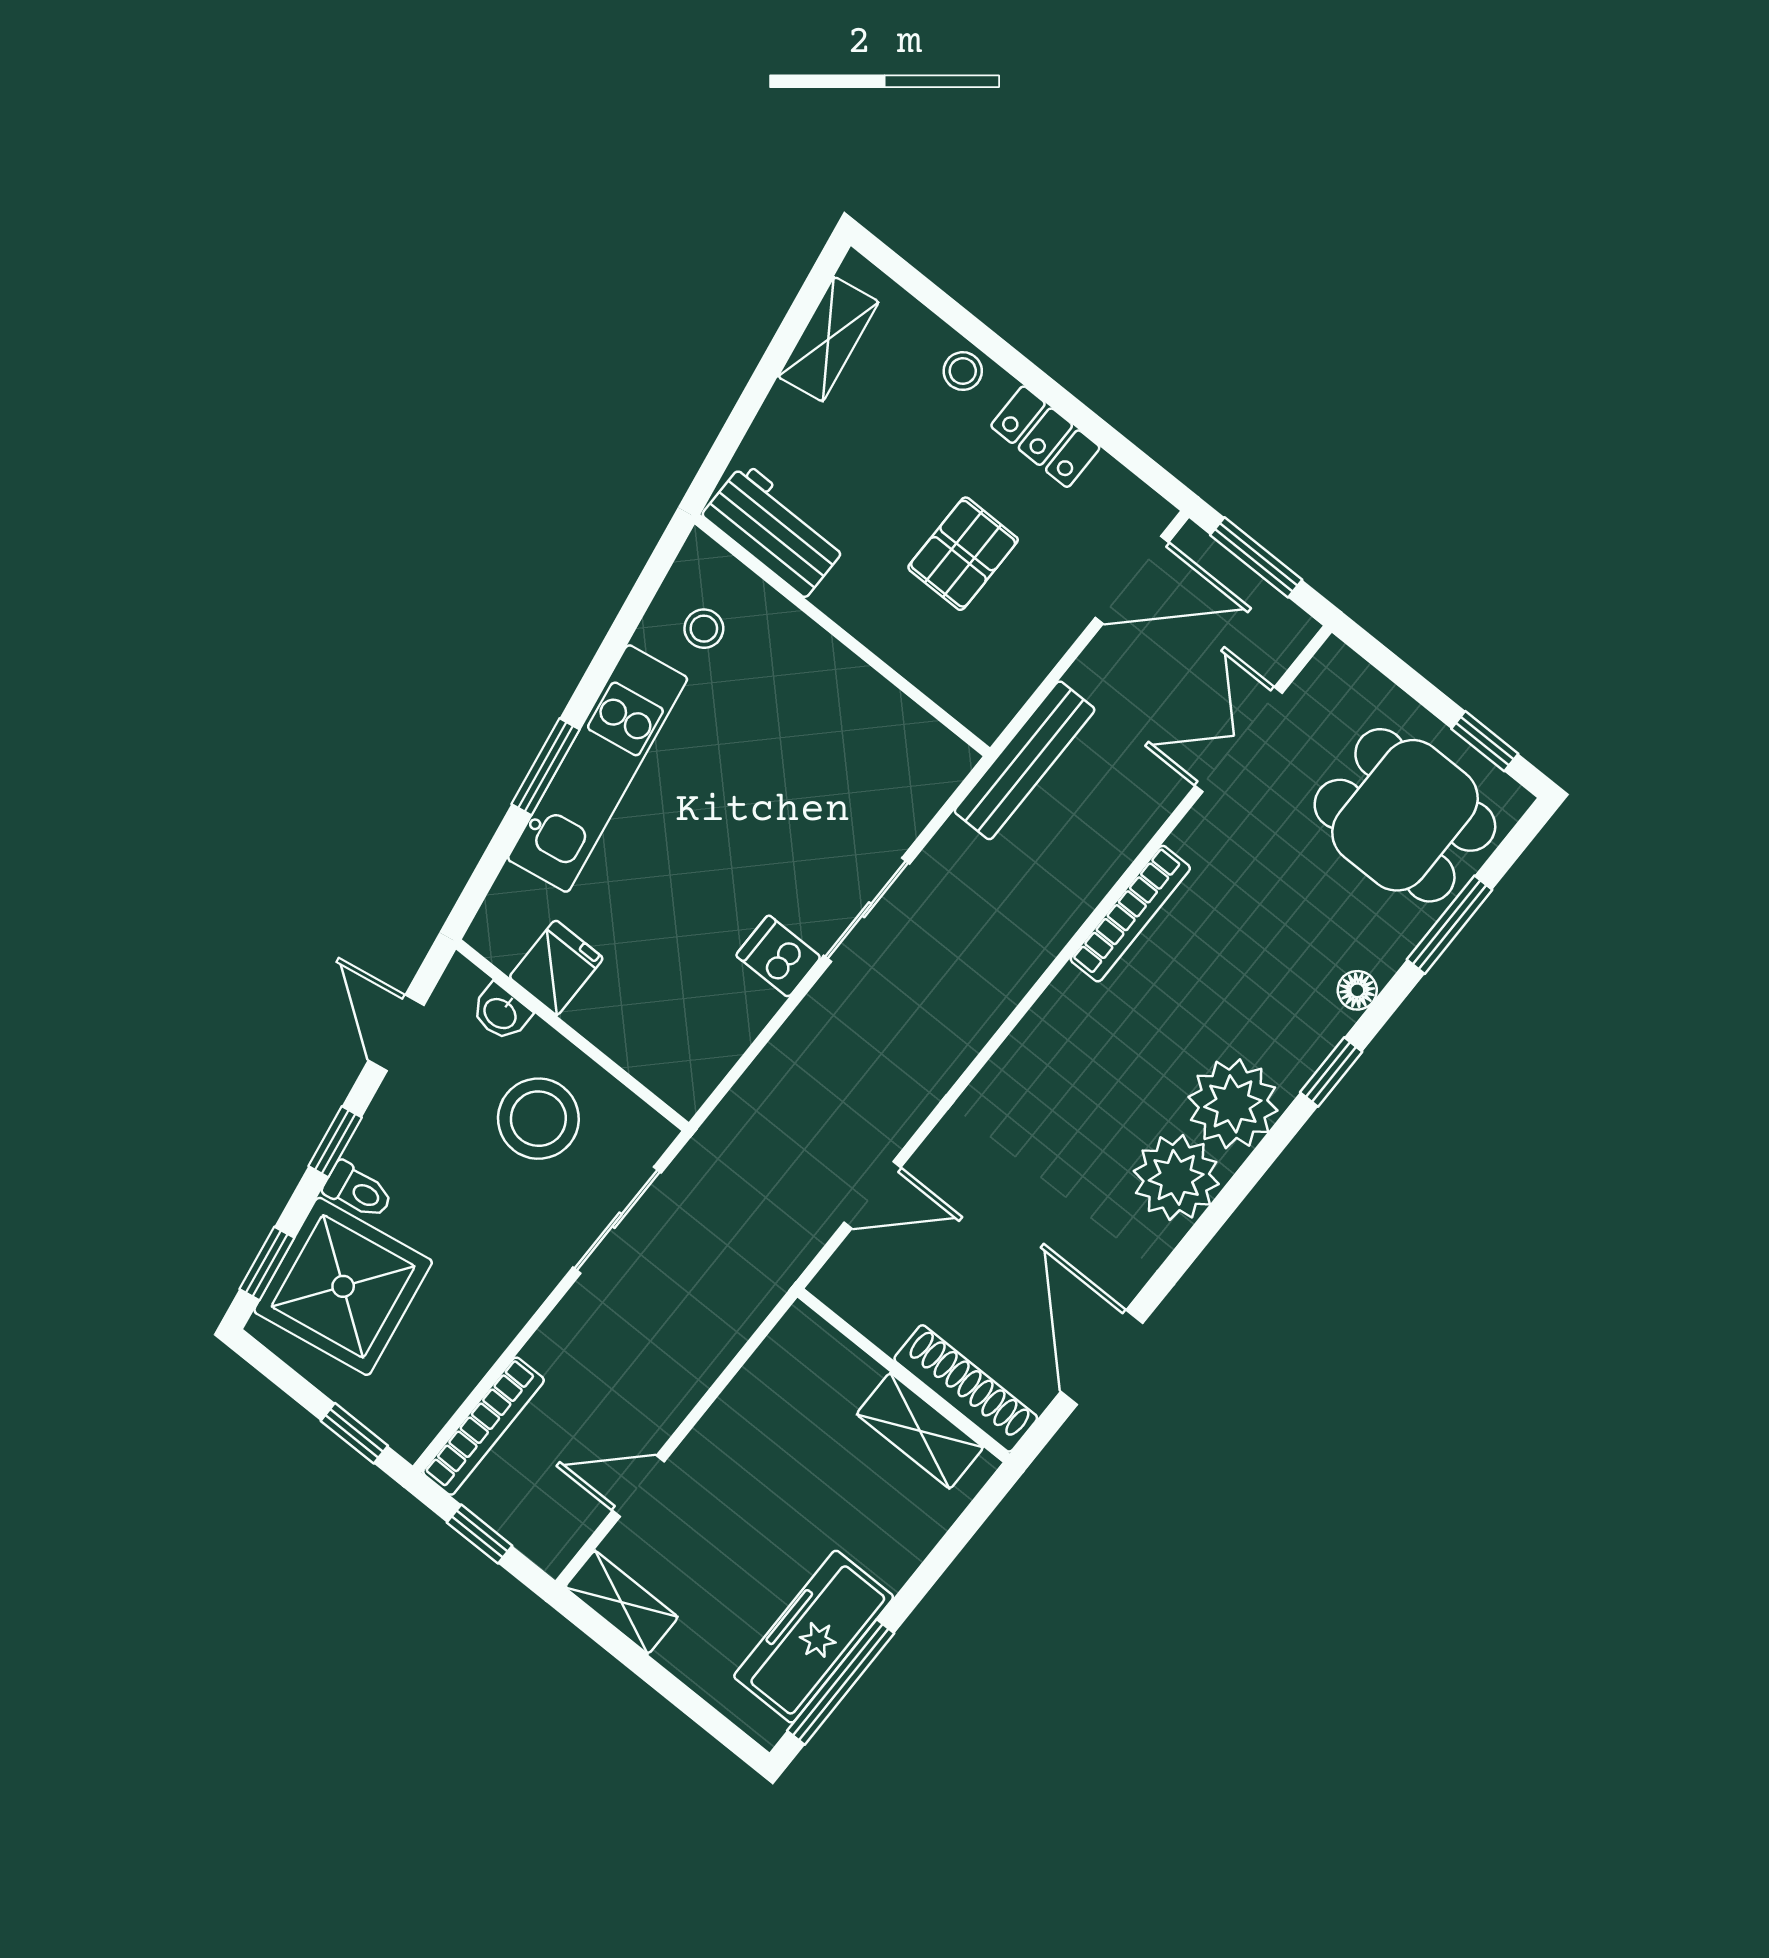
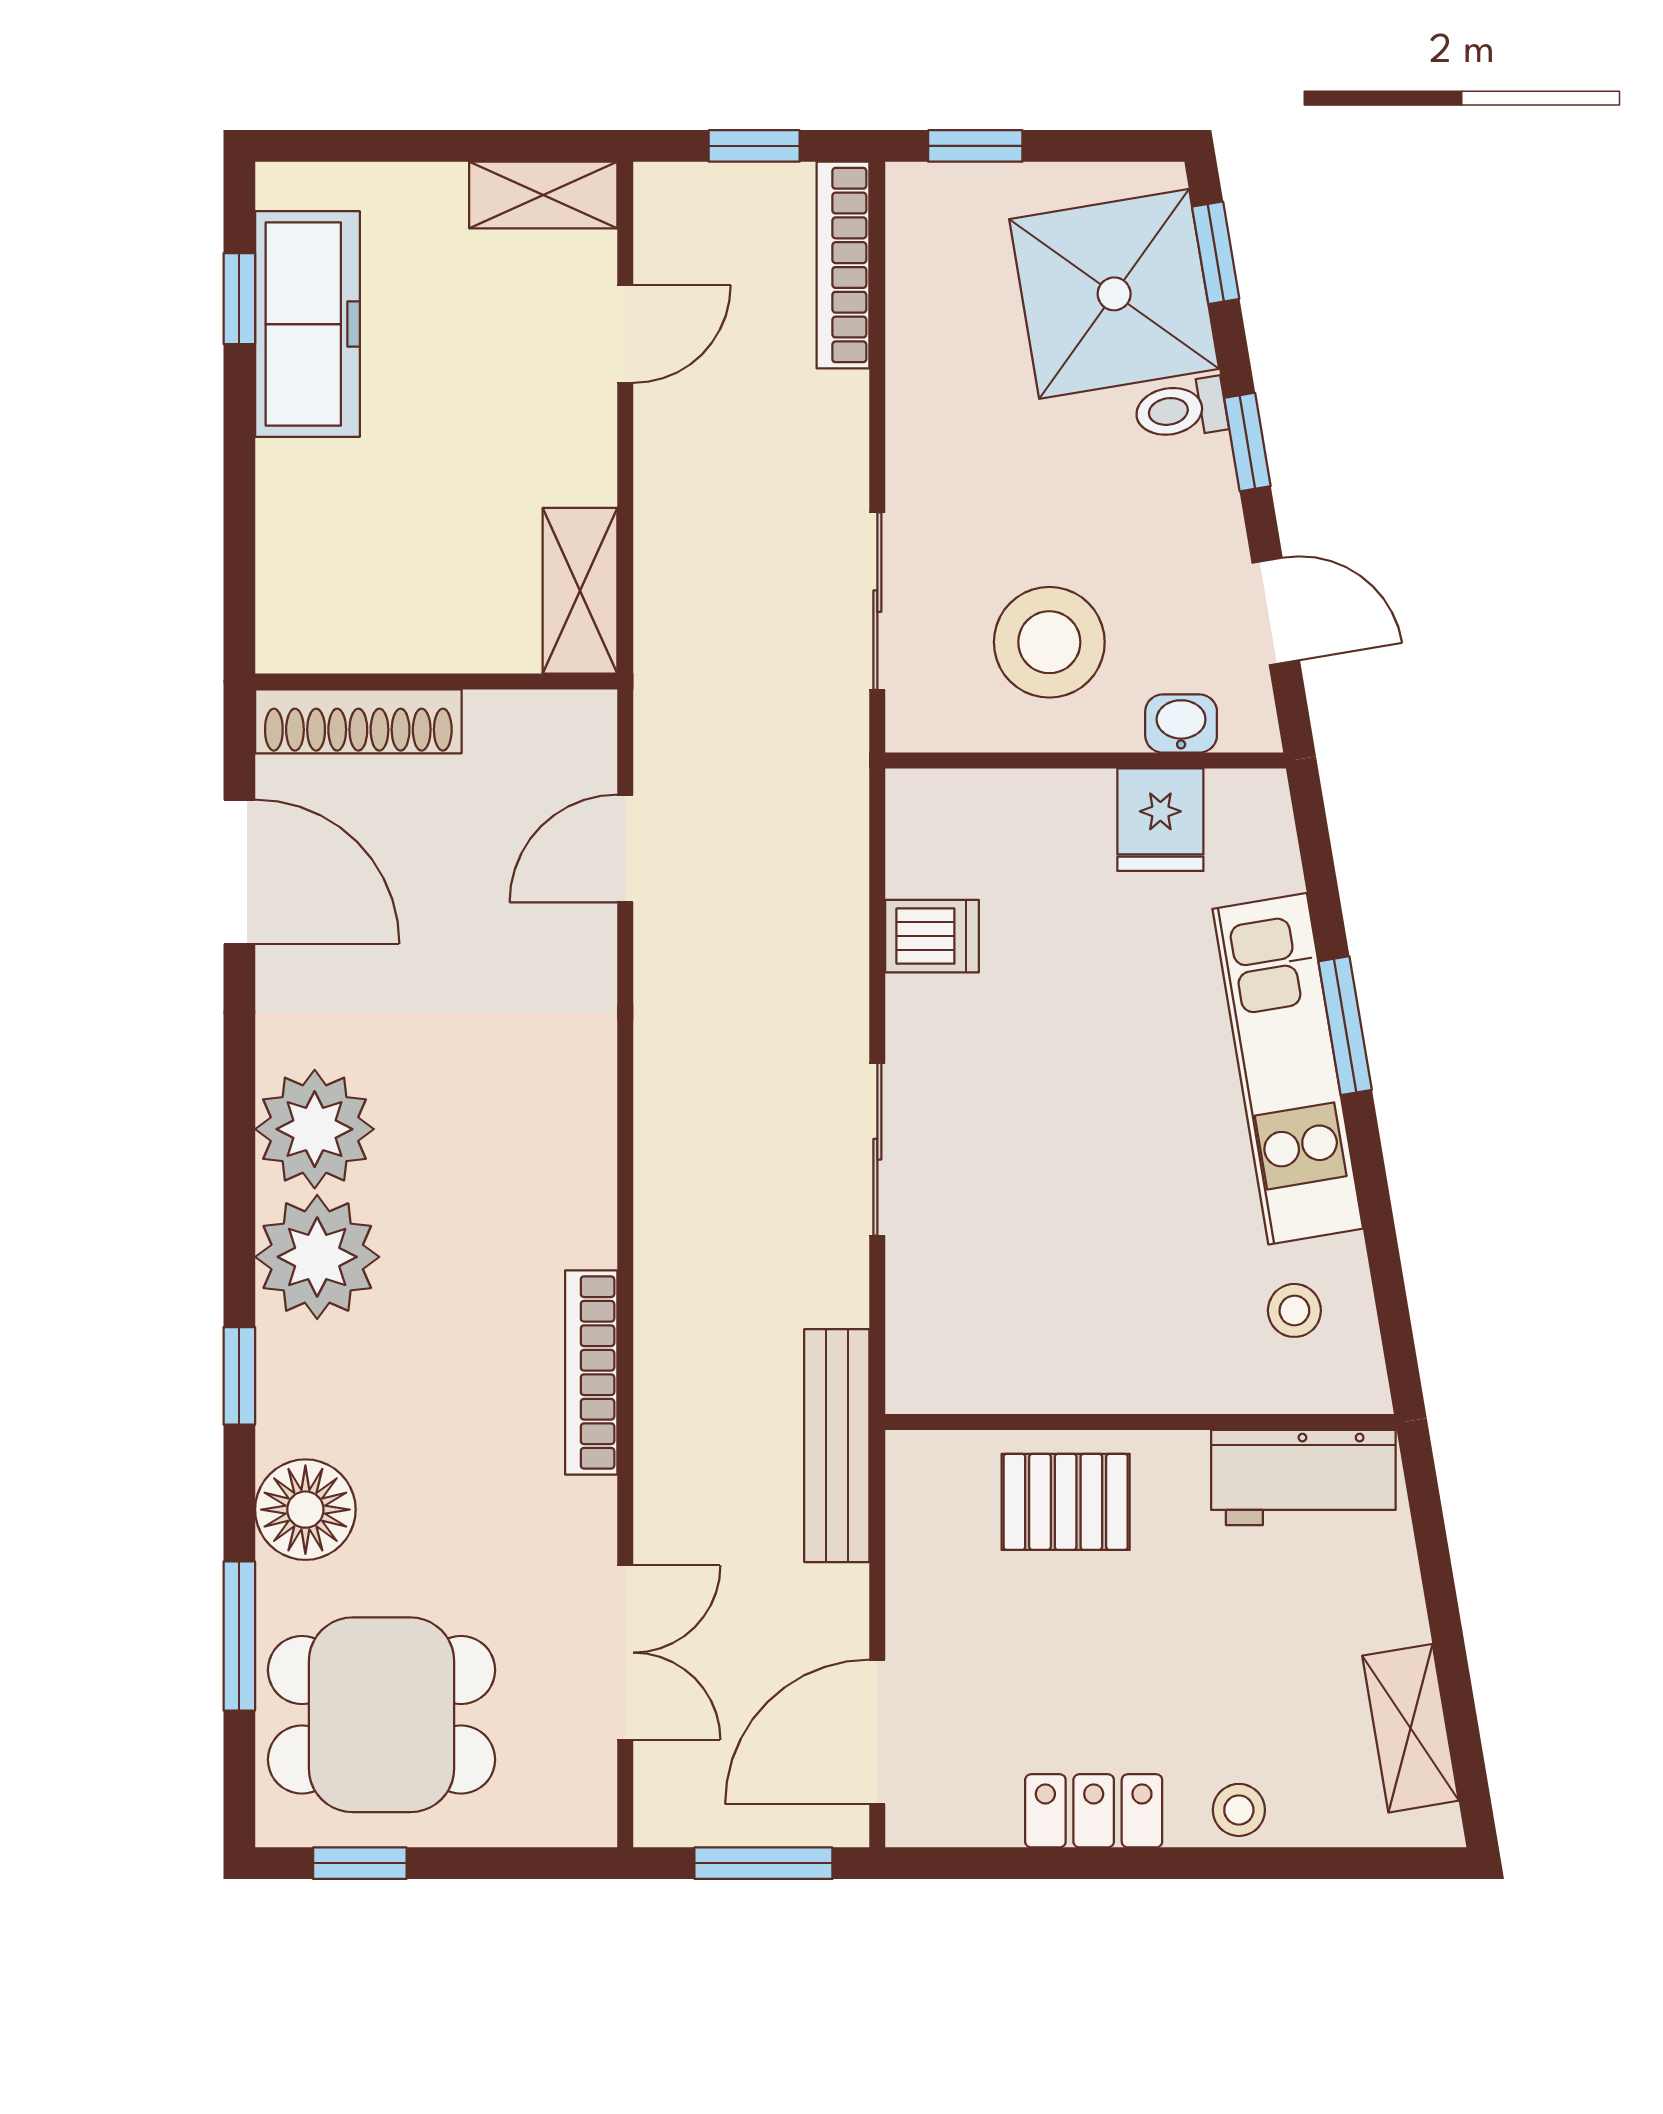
pallet: (963, 554) -> (1066, 1502), moved, turned 90
dishwasher: (778, 956) -> (932, 936), moved
floor lamp: (1357, 990) -> (305, 1510), width x1.89, depth x1.89
shelving: (920, 1431) -> (580, 591), moved, turned 90
window: (841, 1682) -> (239, 299), width x0.46

